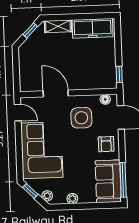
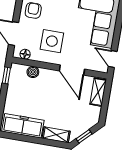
shelving: (25, 77) -> (98, 92), added
boiler: (94, 83) -> (33, 72), added

